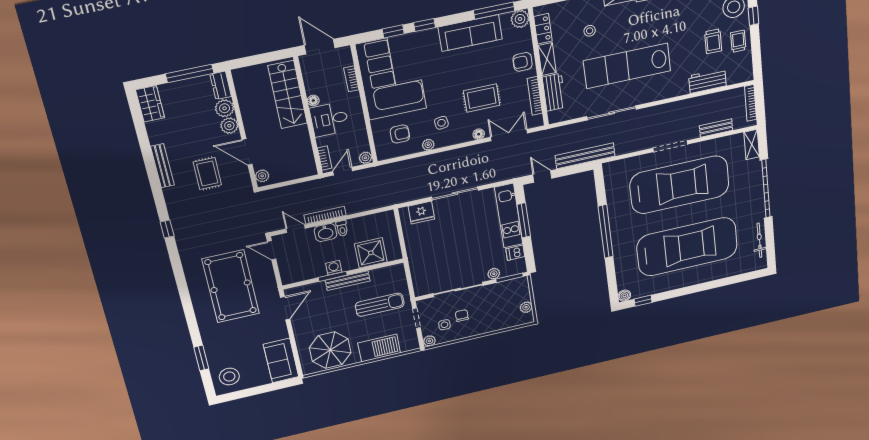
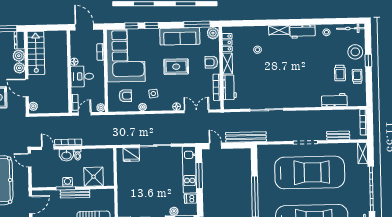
lab bench: (627, 66) -> (280, 79), removed
stairs: (288, 95) -> (36, 53), moved, turned 180
rug: (482, 98) -> (176, 67), moved

